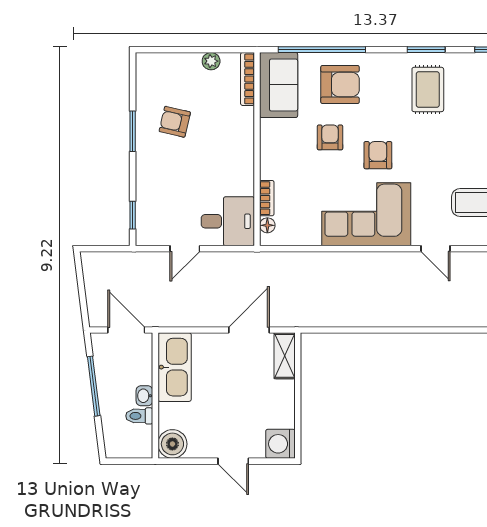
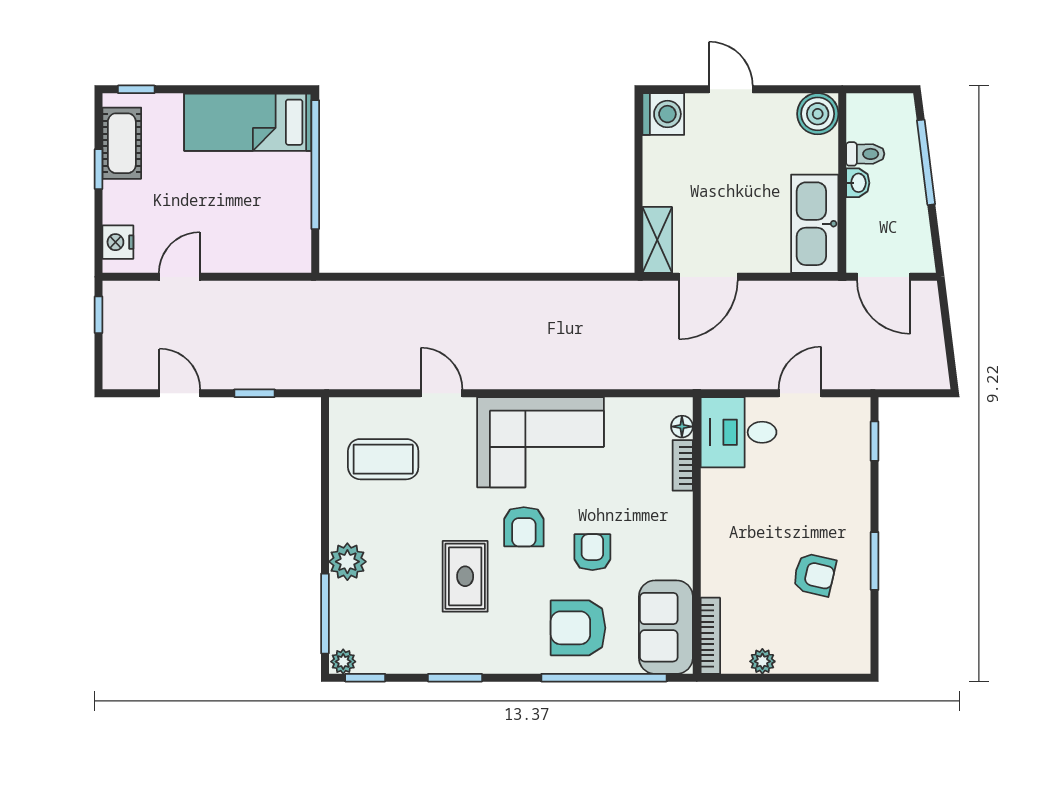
rug: (428, 89) -> (465, 576), moved
armchair: (330, 137) -> (592, 552), turned 180
window: (94, 386) -> (926, 162), moved

